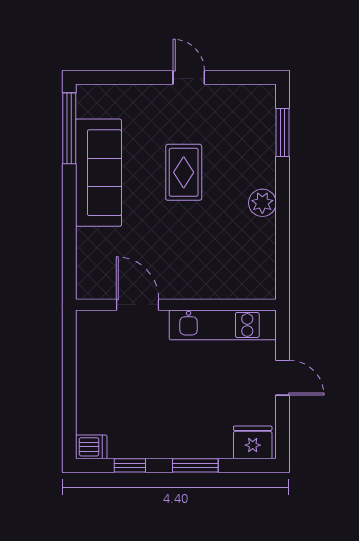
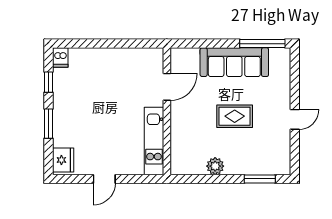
door: (138, 305) -> (167, 87), moved
wall: (176, 305) -> (167, 111), moved
kitchen unit: (223, 325) -> (154, 141), moved

